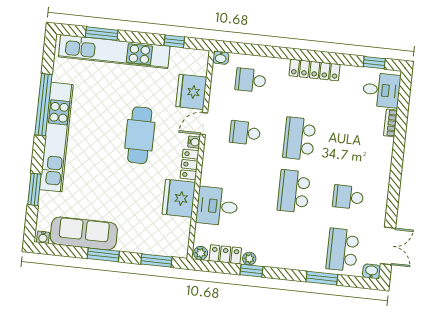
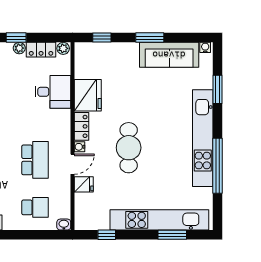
fridge: (191, 92) -> (84, 184), width x0.53, depth x0.75
school desk: (245, 133) -> (35, 160), width x1.85
window: (156, 260) -> (102, 38), width x0.67

